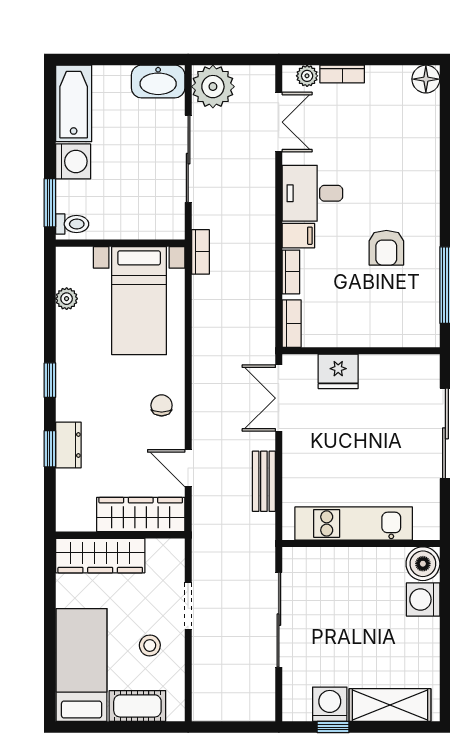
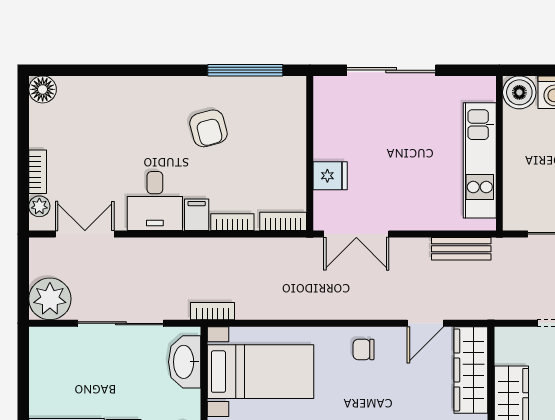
washbasin: (158, 81) -> (185, 362), moved, turned 180
armchair: (386, 248) -> (208, 128), turned 75
fridge: (338, 371) -> (330, 176), width x0.72
bench: (264, 481) -> (461, 249), moved

